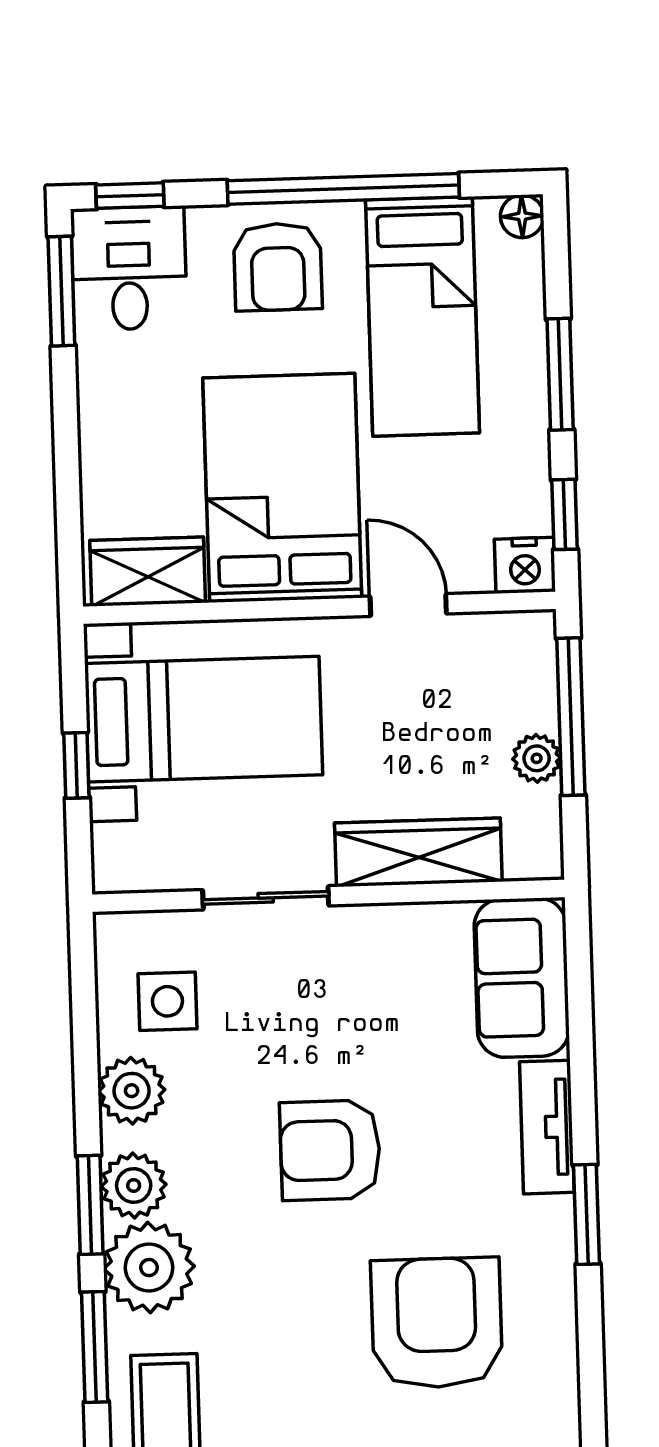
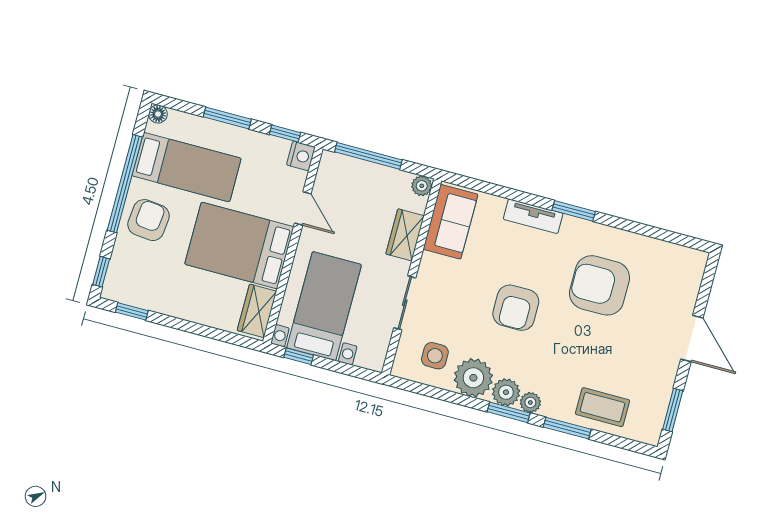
armchair: (278, 267) -> (148, 220), turned -84
desk: (129, 268) -> (131, 281), removed
window: (61, 291) -> (132, 311), width x0.67
door: (408, 605) -> (303, 208), swing flipped
plant: (537, 758) -> (422, 186), moved
window: (76, 765) -> (299, 356), moved
wardrobe: (418, 852) -> (405, 235), width x0.67
sofa: (522, 978) -> (451, 222), moved, turned -90
plant: (132, 1091) -> (473, 378), width x1.36, depth x1.36
plant: (149, 1268) -> (530, 402), width x0.53, depth x0.53

